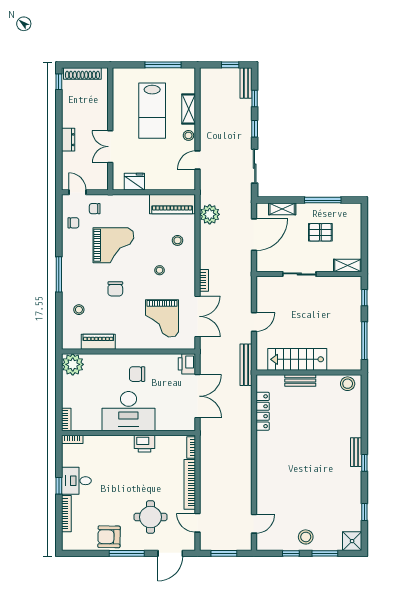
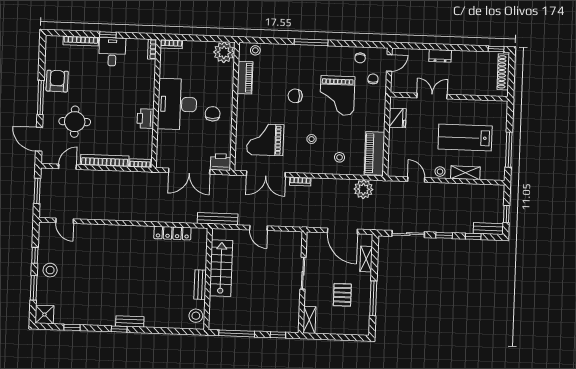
stool: (79, 310) -> (255, 50), moved
bench: (300, 380) -> (200, 285), moved

